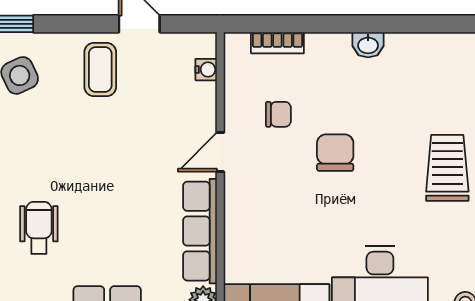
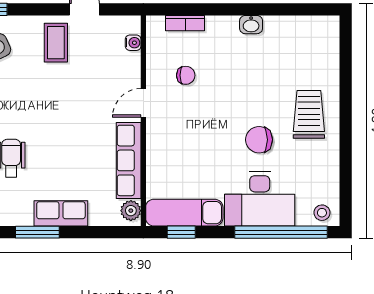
chair: (335, 153) -> (259, 140), moved, turned -90

